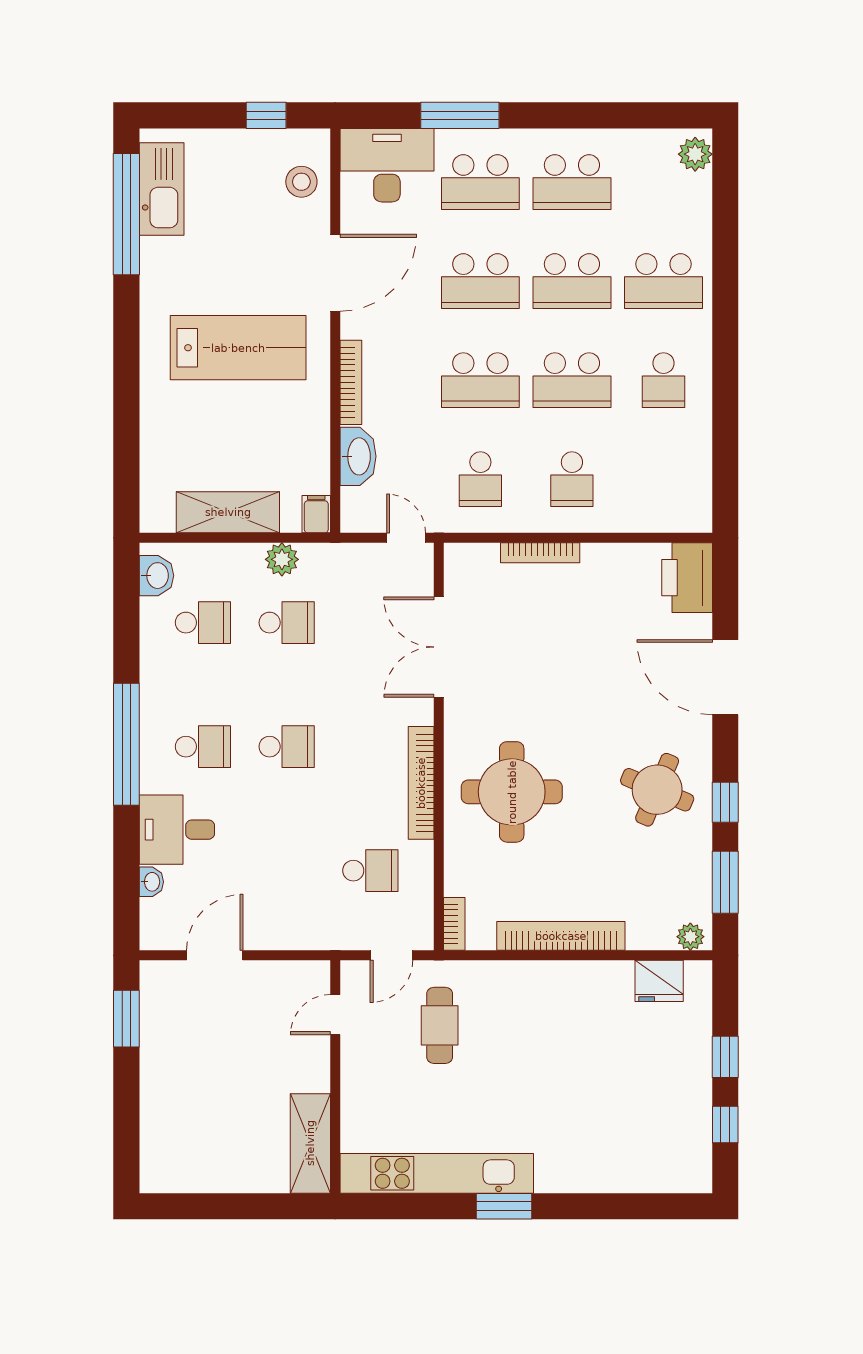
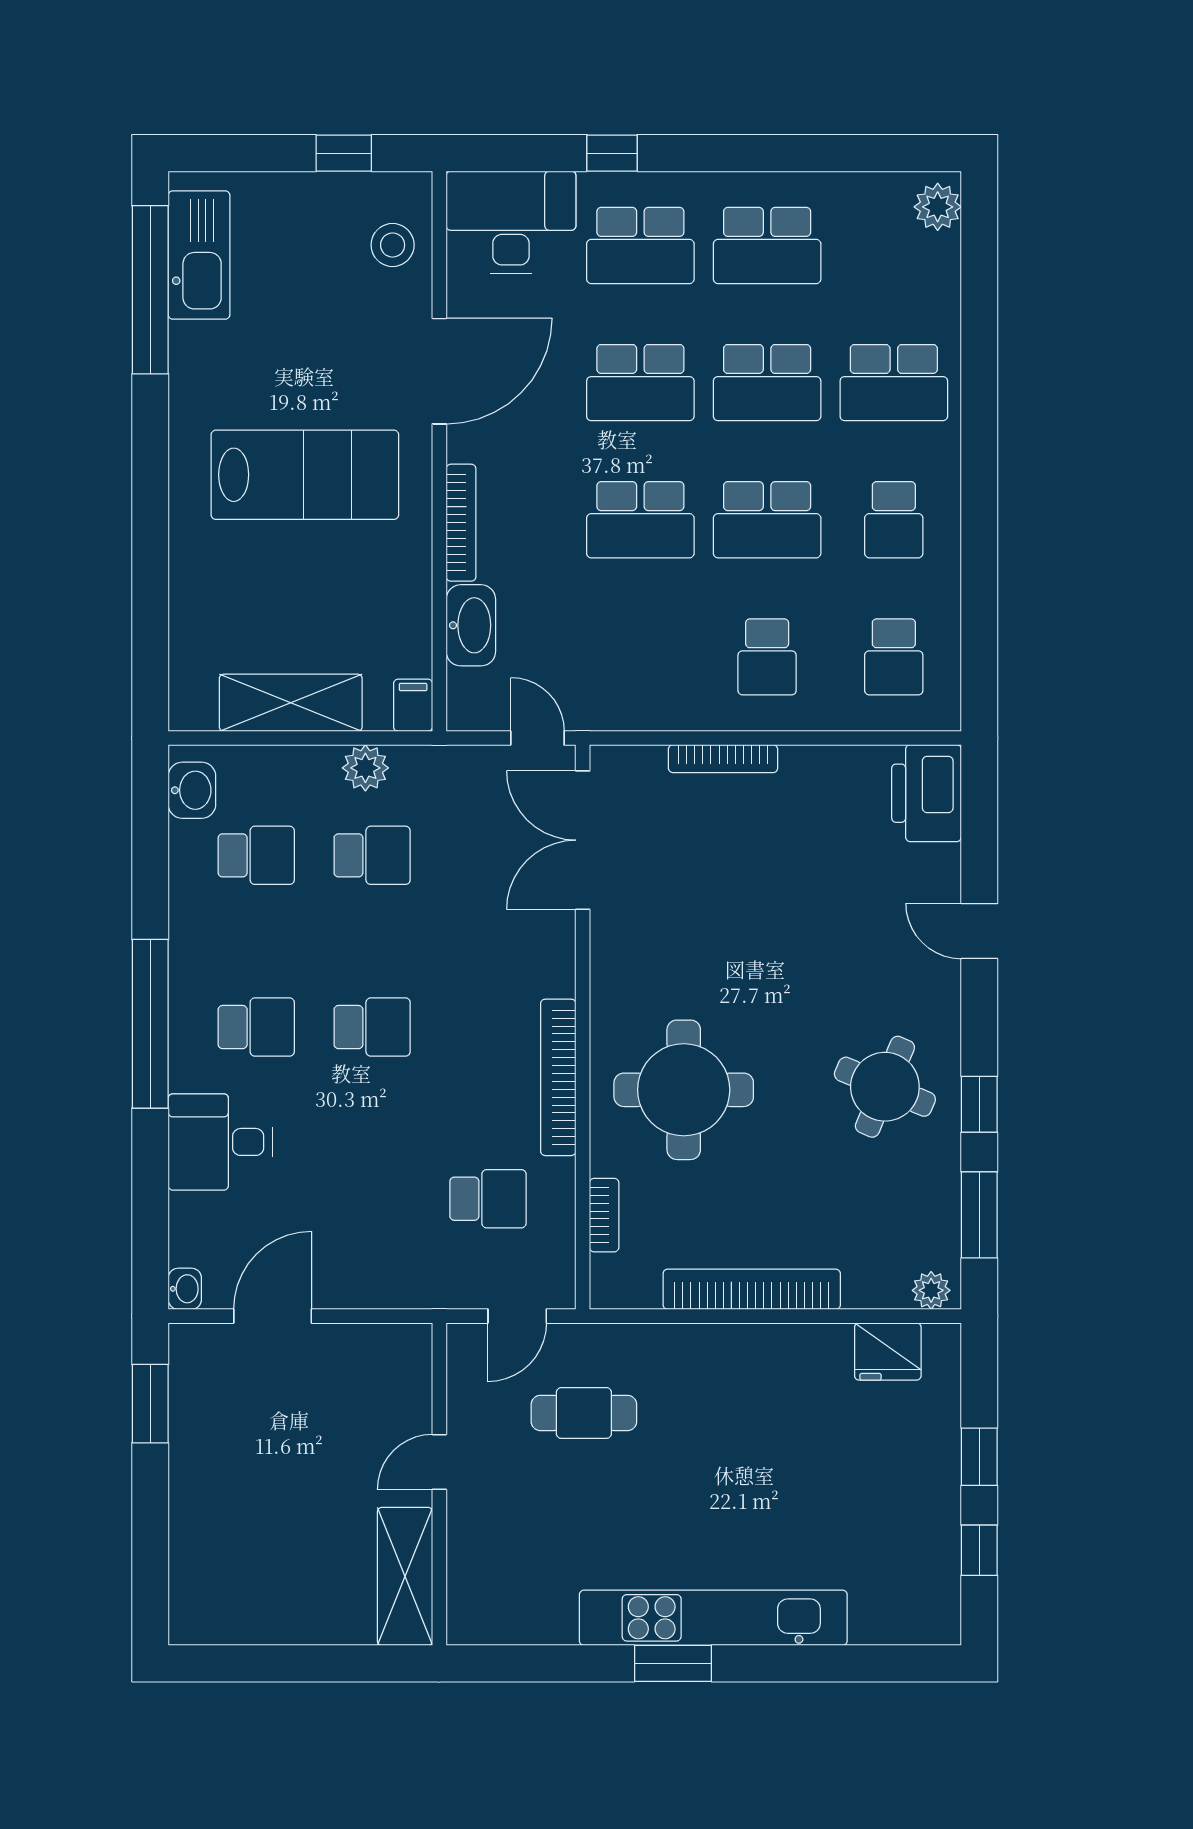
window: (460, 115) -> (612, 153), width x0.46
school desk: (480, 479) -> (894, 657), moved
double door: (439, 647) -> (583, 840), moved
door: (725, 677) -> (979, 931), width x0.53
washbasin: (151, 882) -> (185, 1289), moved
bookcase: (454, 924) -> (604, 1215), moved
door: (335, 1015) -> (439, 1462), moved
cafe table: (440, 1025) -> (584, 1413), turned 90
kitchen unit: (437, 1173) -> (713, 1618), moved

